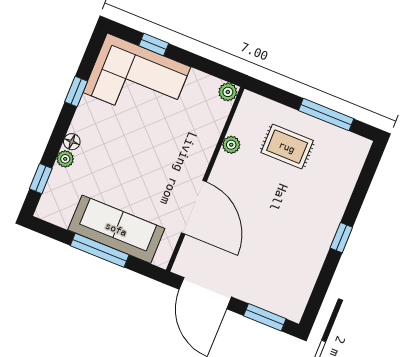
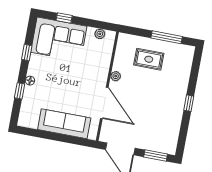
plant: (228, 92) -> (100, 34), moved
plant: (231, 145) -> (116, 76), moved
plant: (65, 159) -> (28, 91), removed
window: (41, 179) -> (20, 91), moved
window: (100, 250) -> (57, 137), removed

